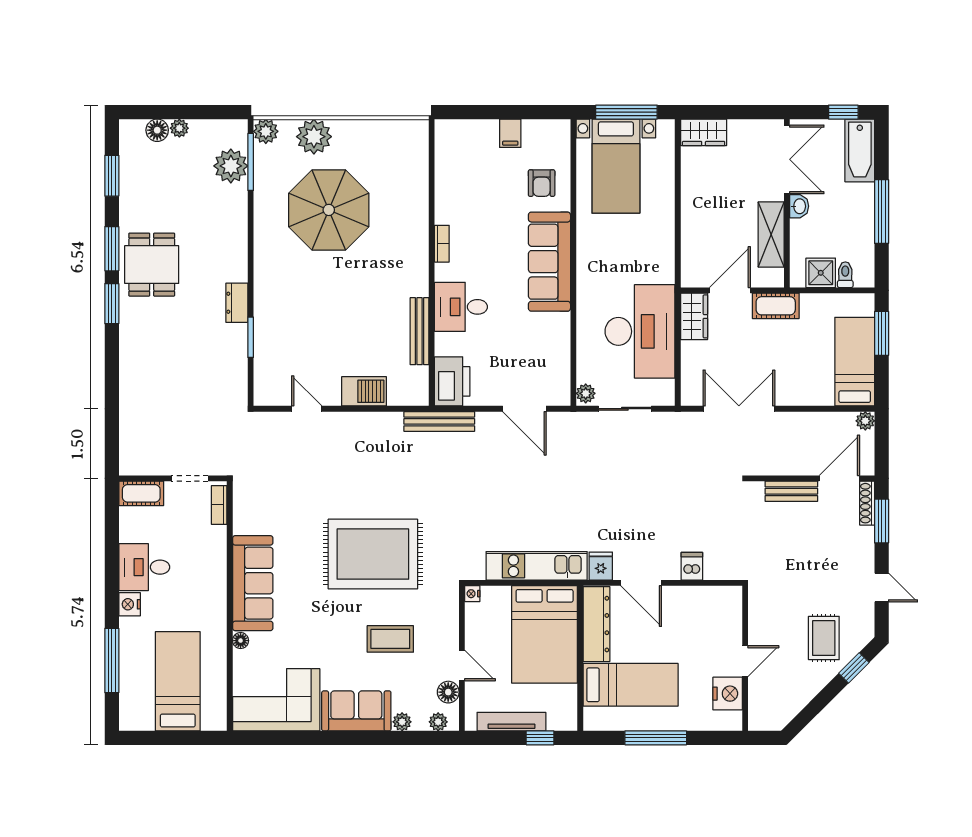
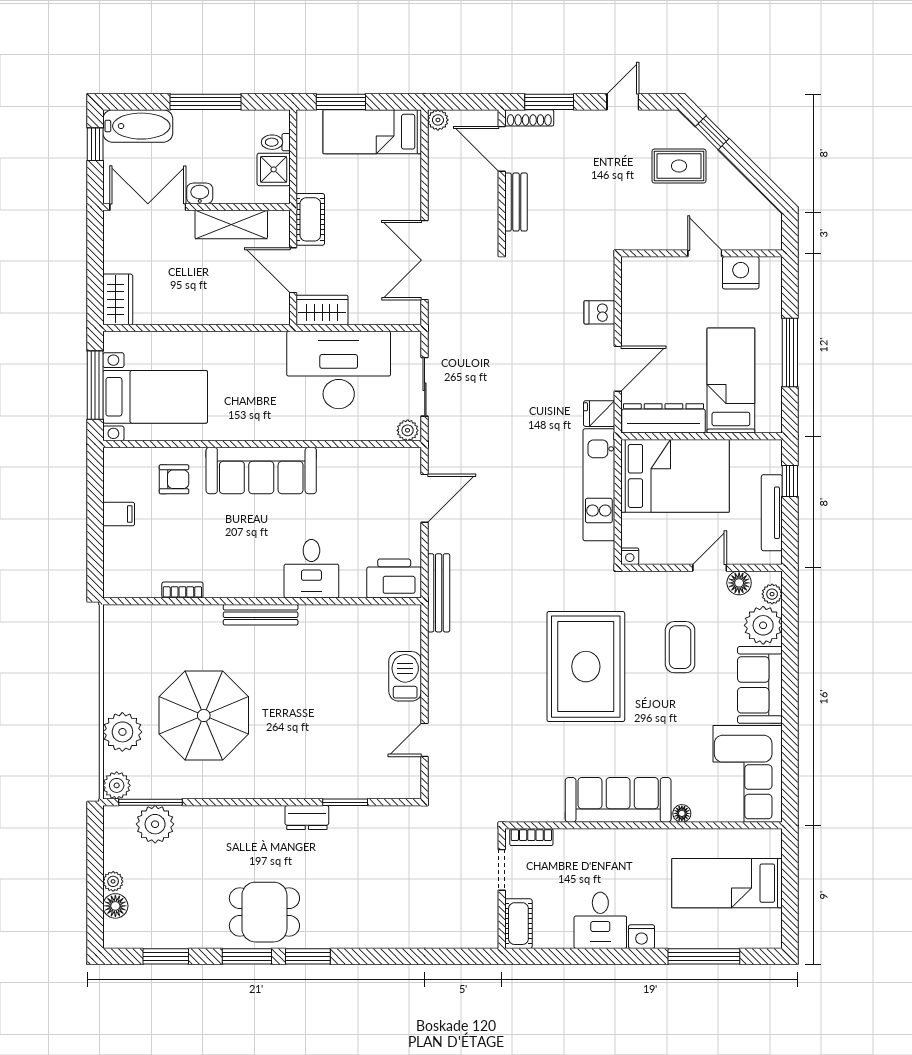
bookcase: (442, 244) -> (182, 590), moved
bench: (420, 331) -> (261, 615), moved
plant: (402, 722) -> (763, 625), width x1.88, depth x1.88

